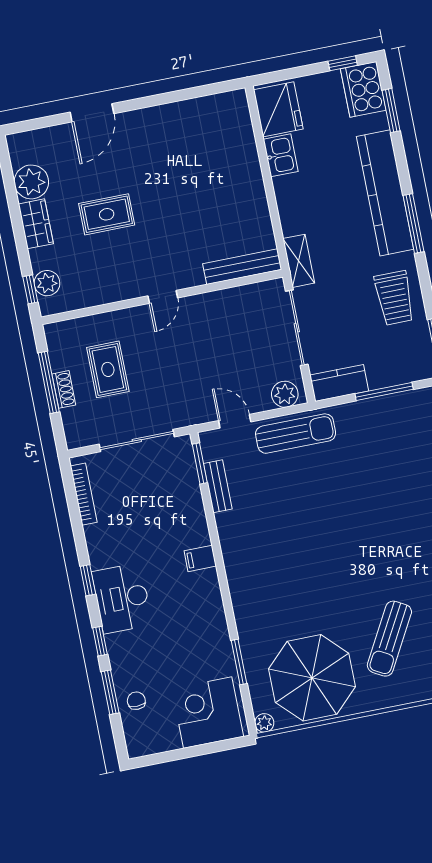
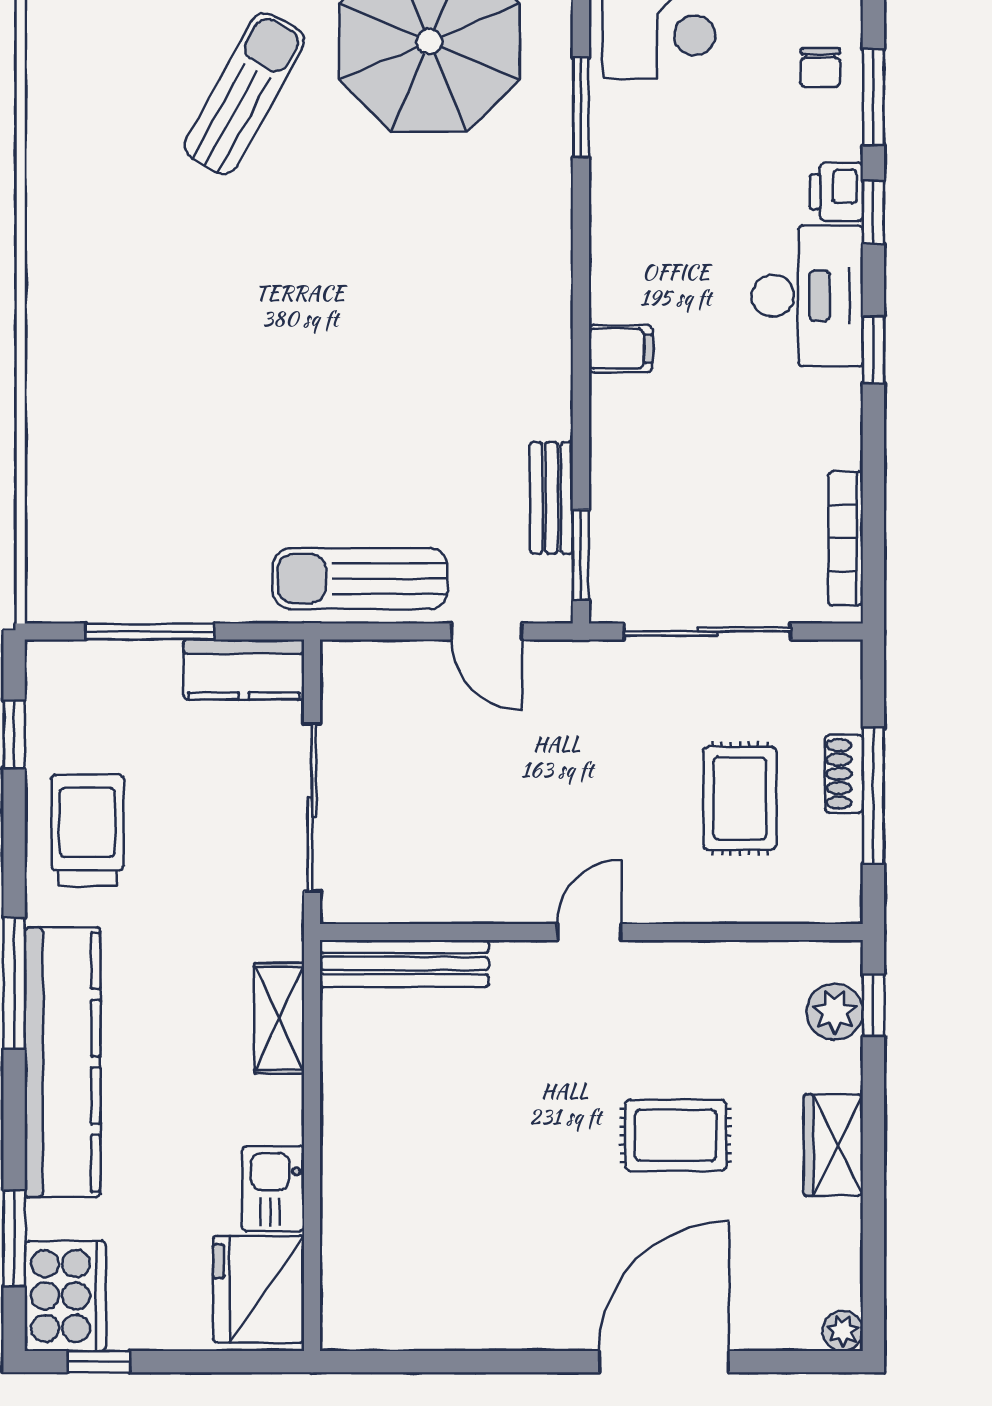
door: (92, 113) -> (664, 1362), width x1.36
plant: (31, 182) -> (843, 1331), moved, width x0.53, depth x0.53
shelving: (299, 261) -> (279, 1018), moved
plant: (285, 394) -> (367, 669), removed
printer: (118, 647) -> (836, 192), added

